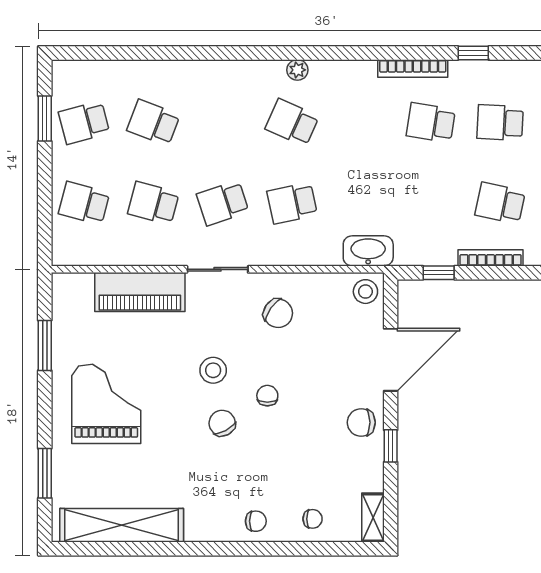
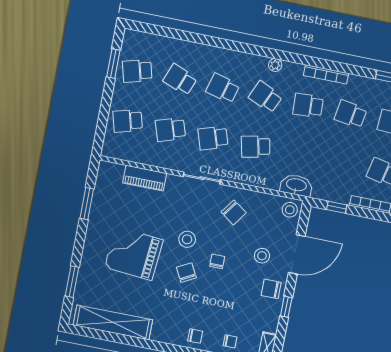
bookcase: (413, 68) -> (326, 74), moved
school desk: (223, 123) -> (223, 88), added
school desk: (361, 123) -> (308, 106), added
school desk: (84, 203) -> (128, 121), turned -30
school desk: (153, 203) -> (170, 129), turned -33
piano: (140, 292) -> (145, 178), width x0.73, depth x0.75
stool: (336, 373) -> (262, 256), added
grand piano: (106, 404) -> (134, 254), moved, turned -85

